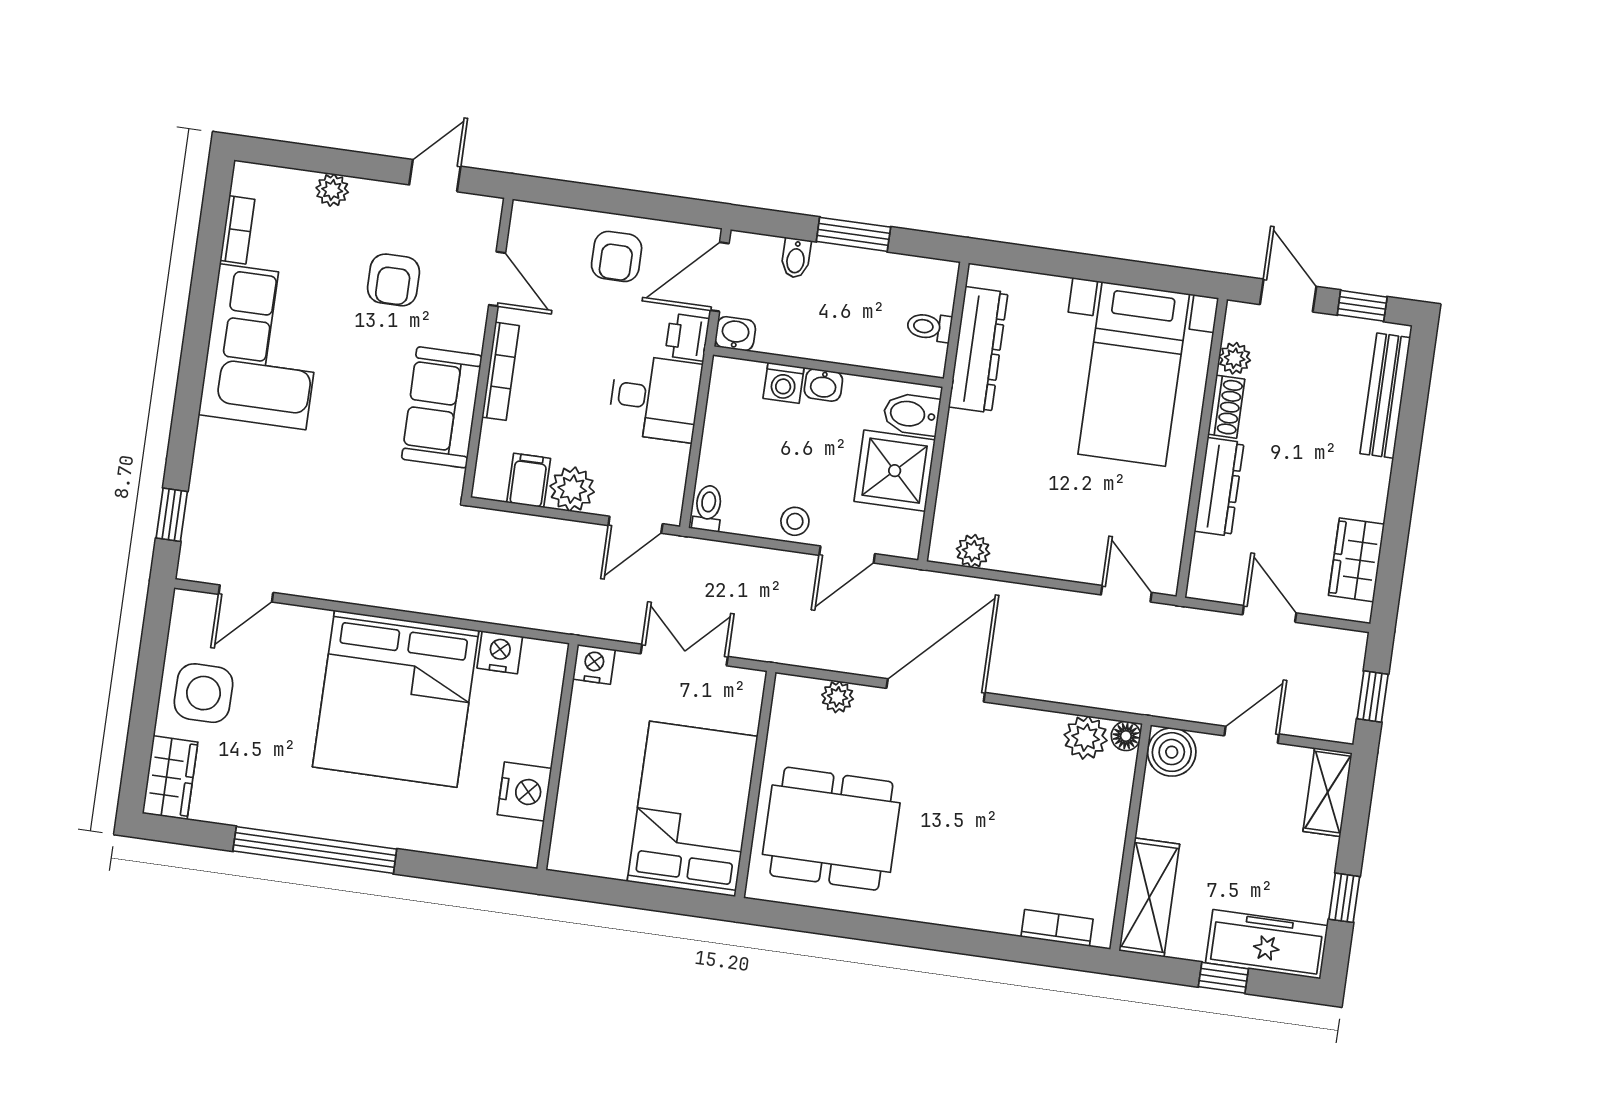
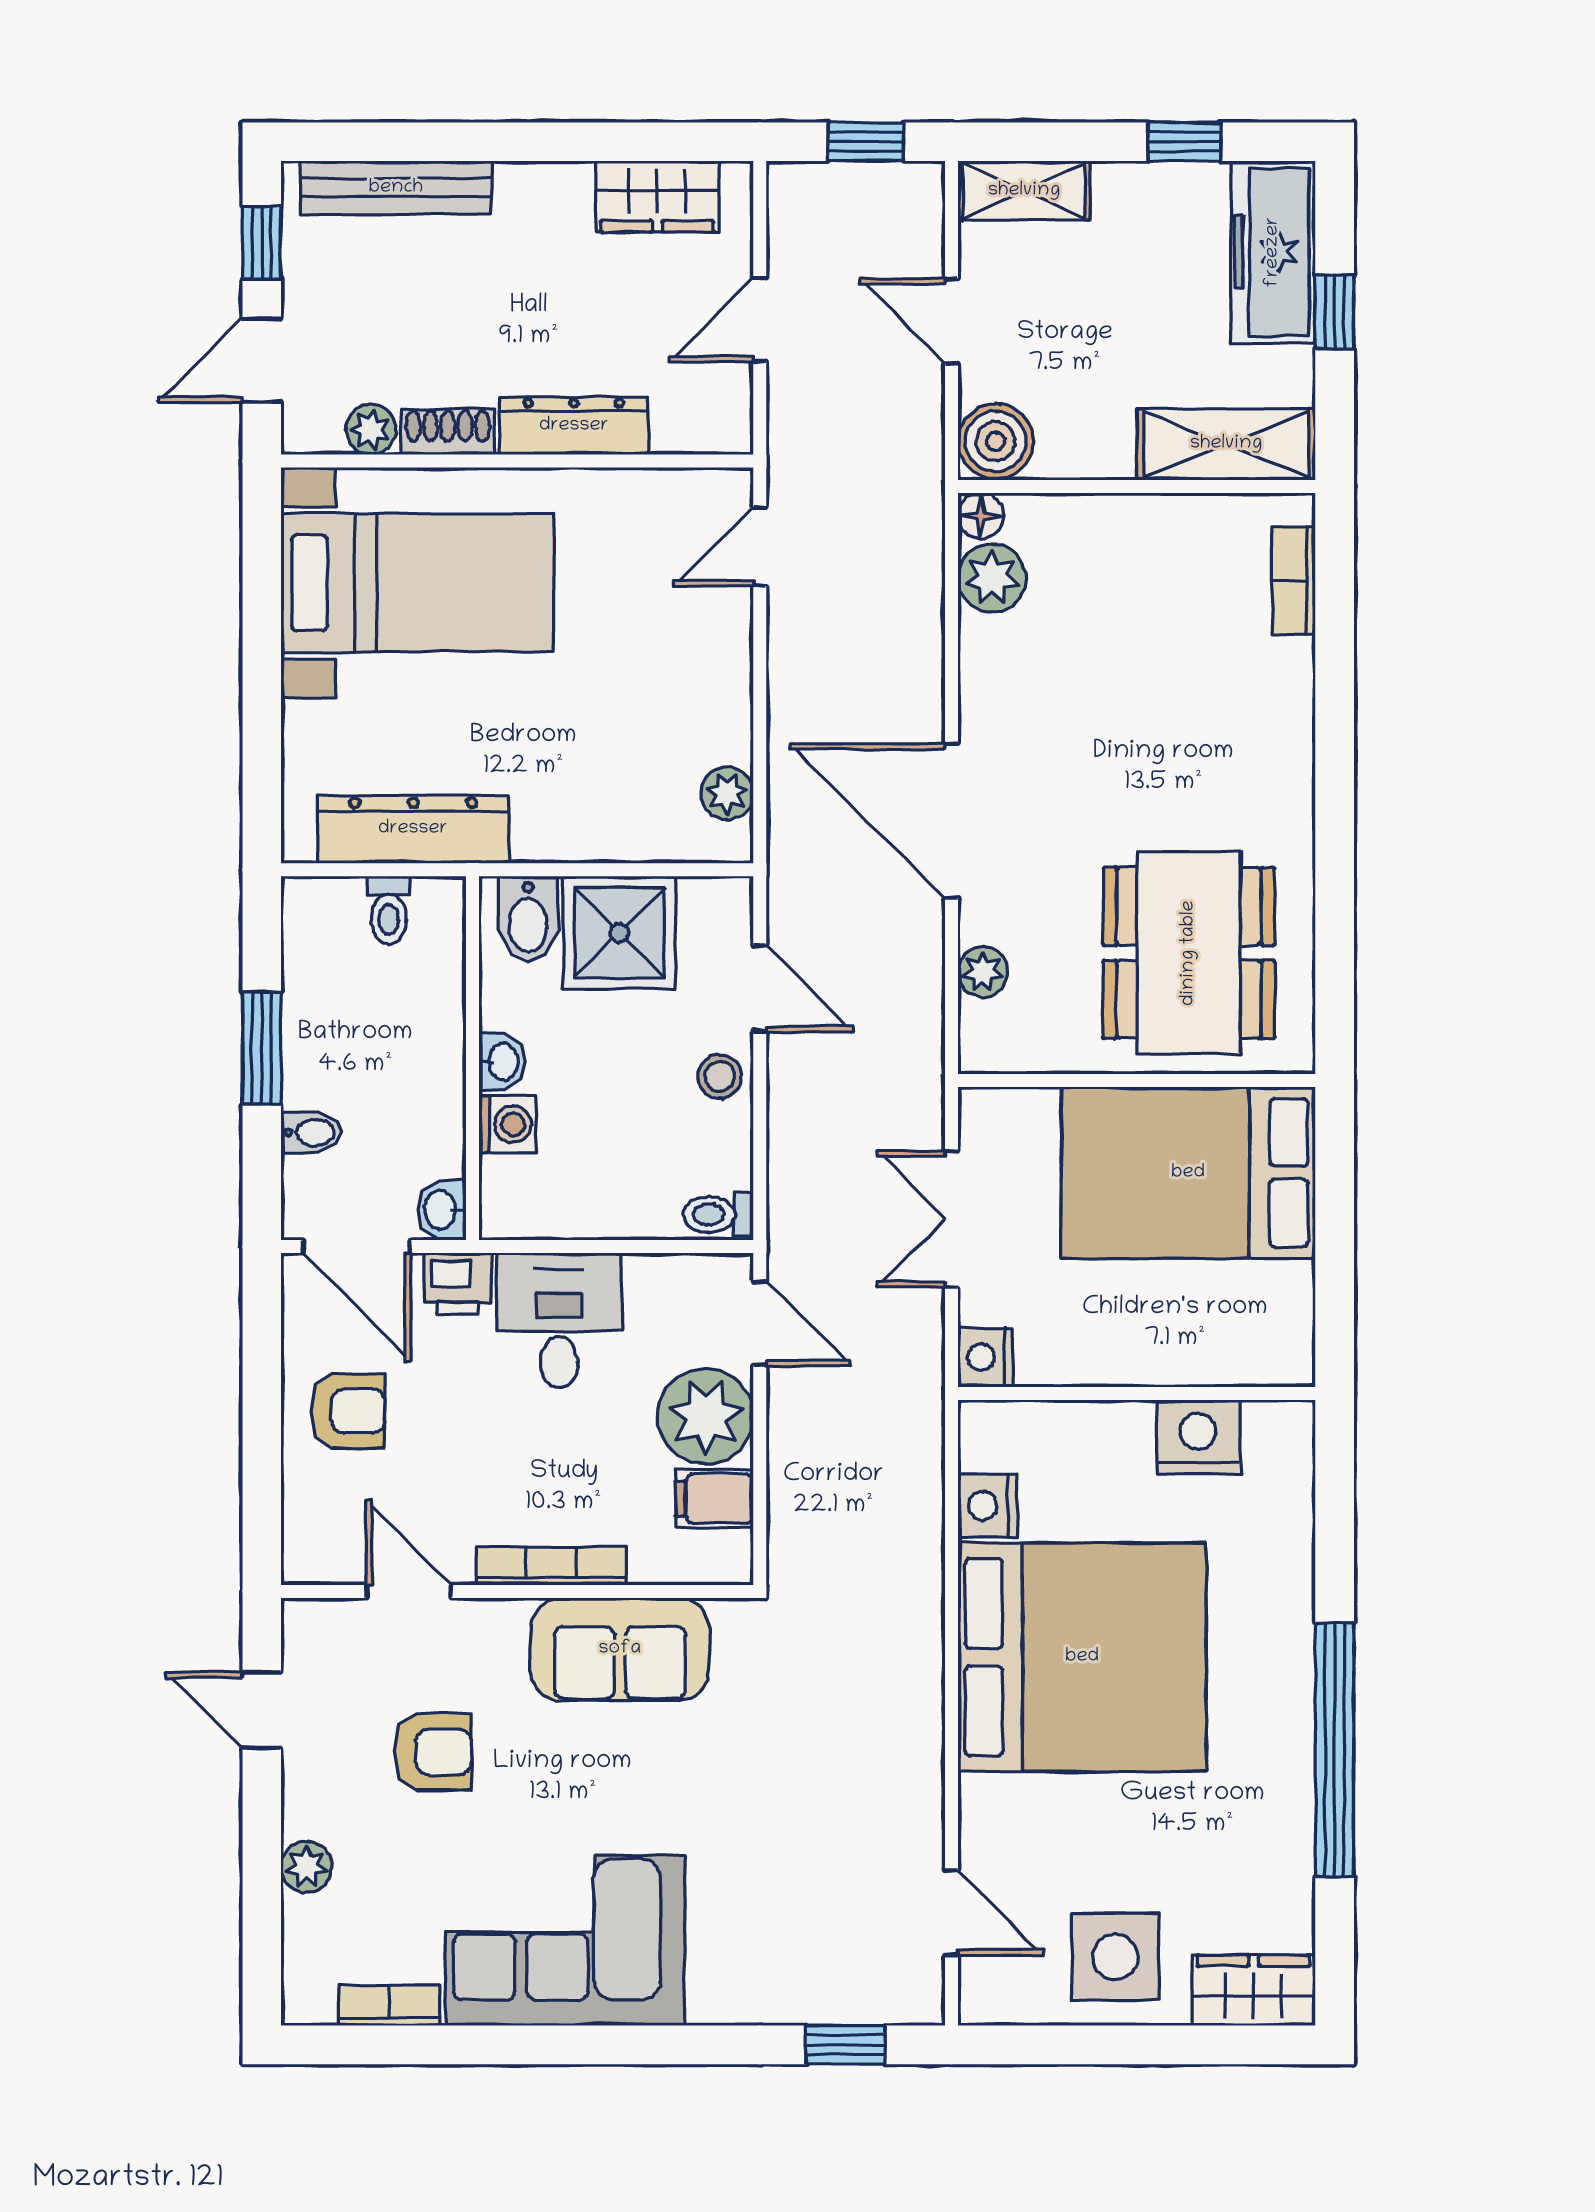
door: (497, 279) -> (409, 1591), hinge flipped
plant: (572, 489) -> (706, 1416), width x1.36, depth x1.36

